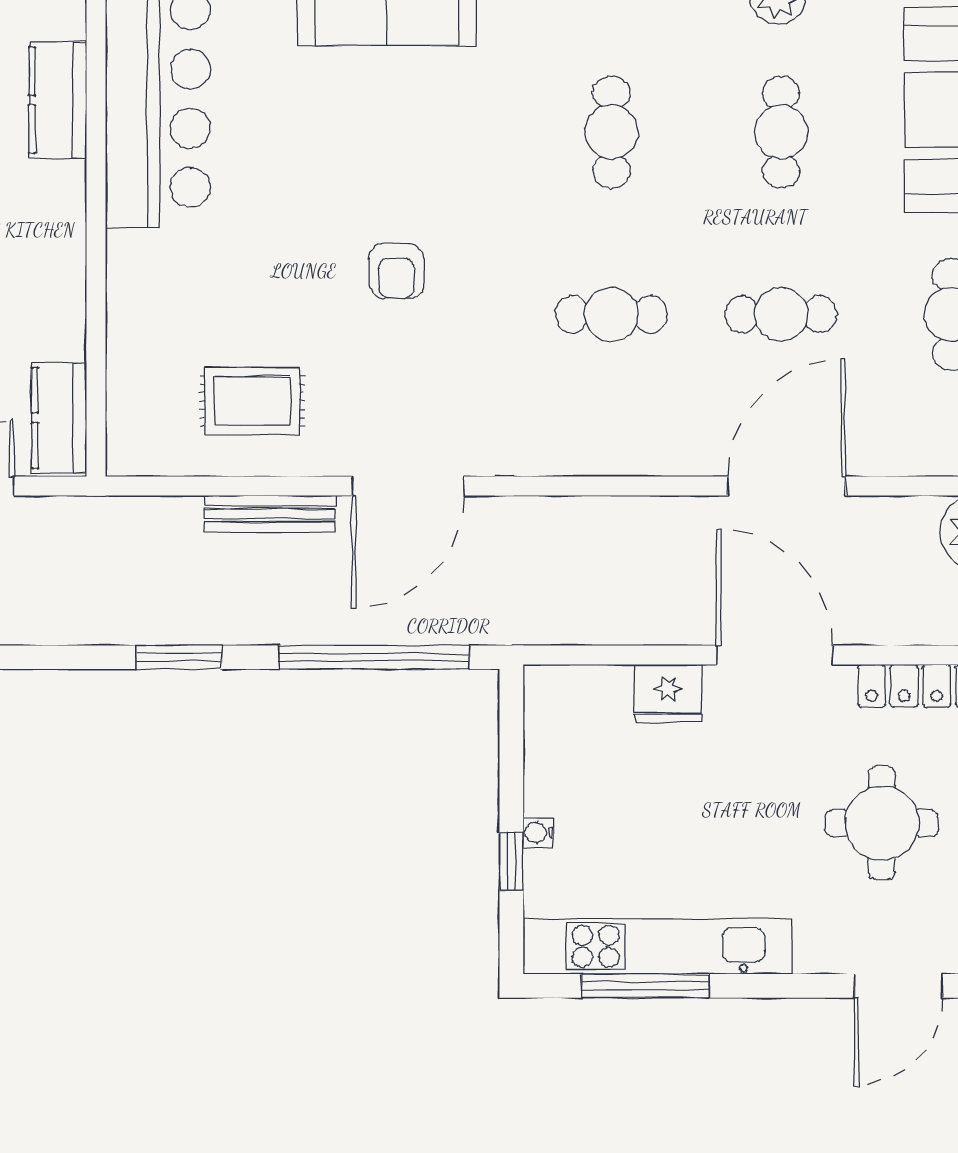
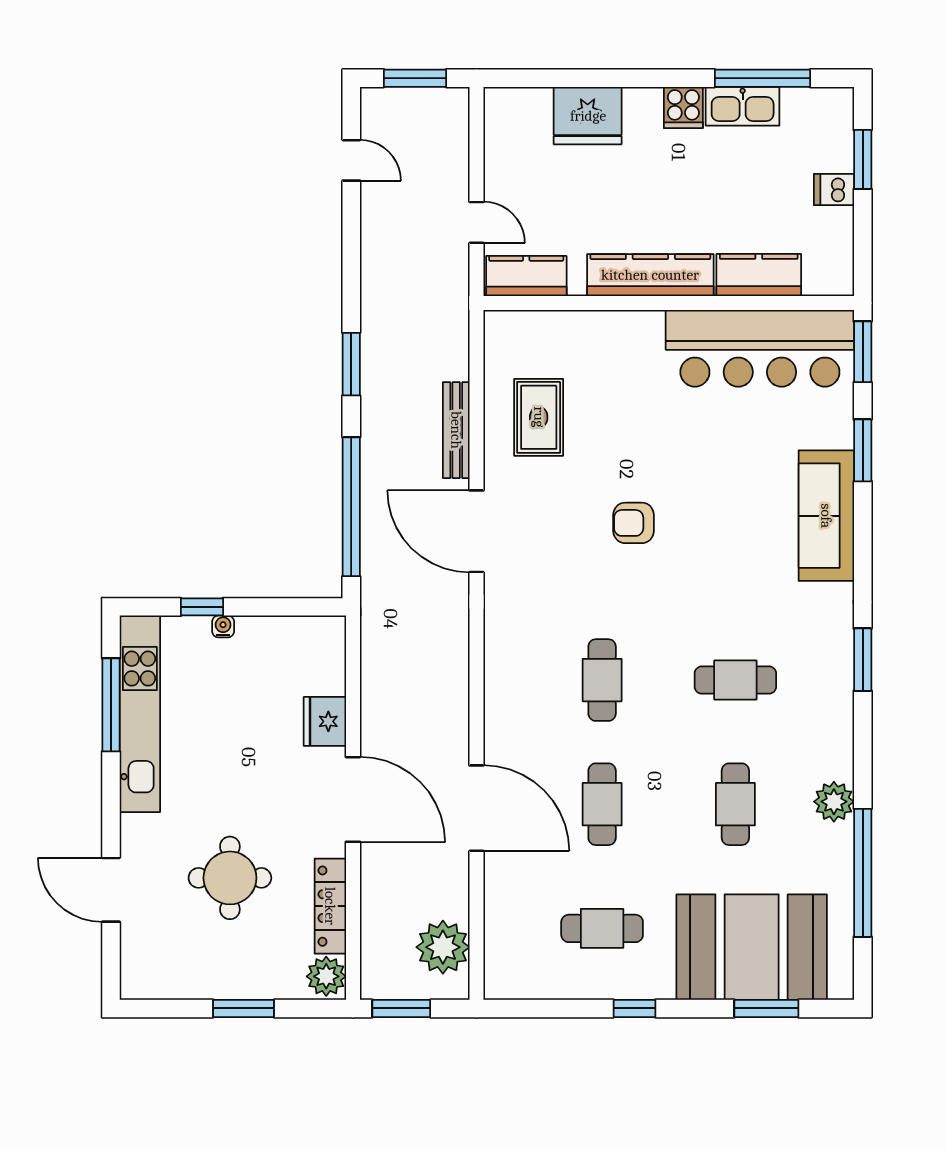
cafe table: (781, 132) -> (735, 804), turned 90
kitchen counter: (58, 248) -> (650, 275), added
door: (775, 655) -> (353, 799), hinge flipped

